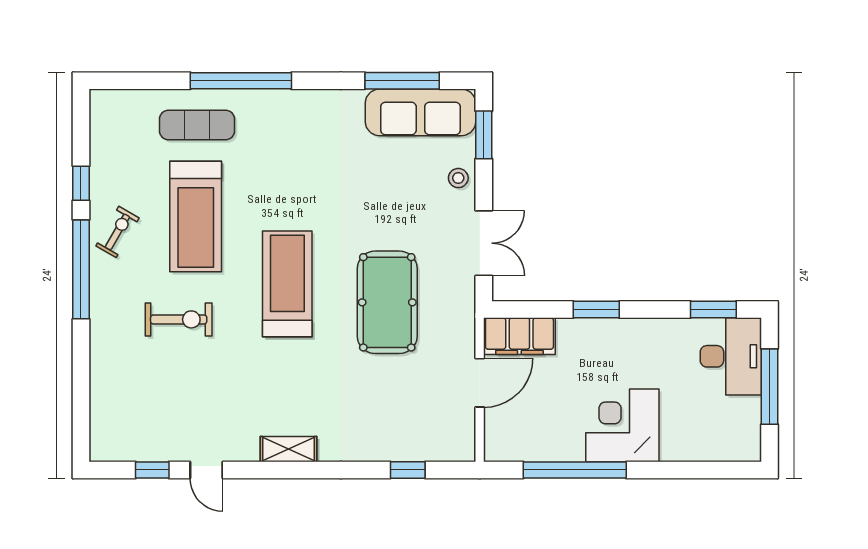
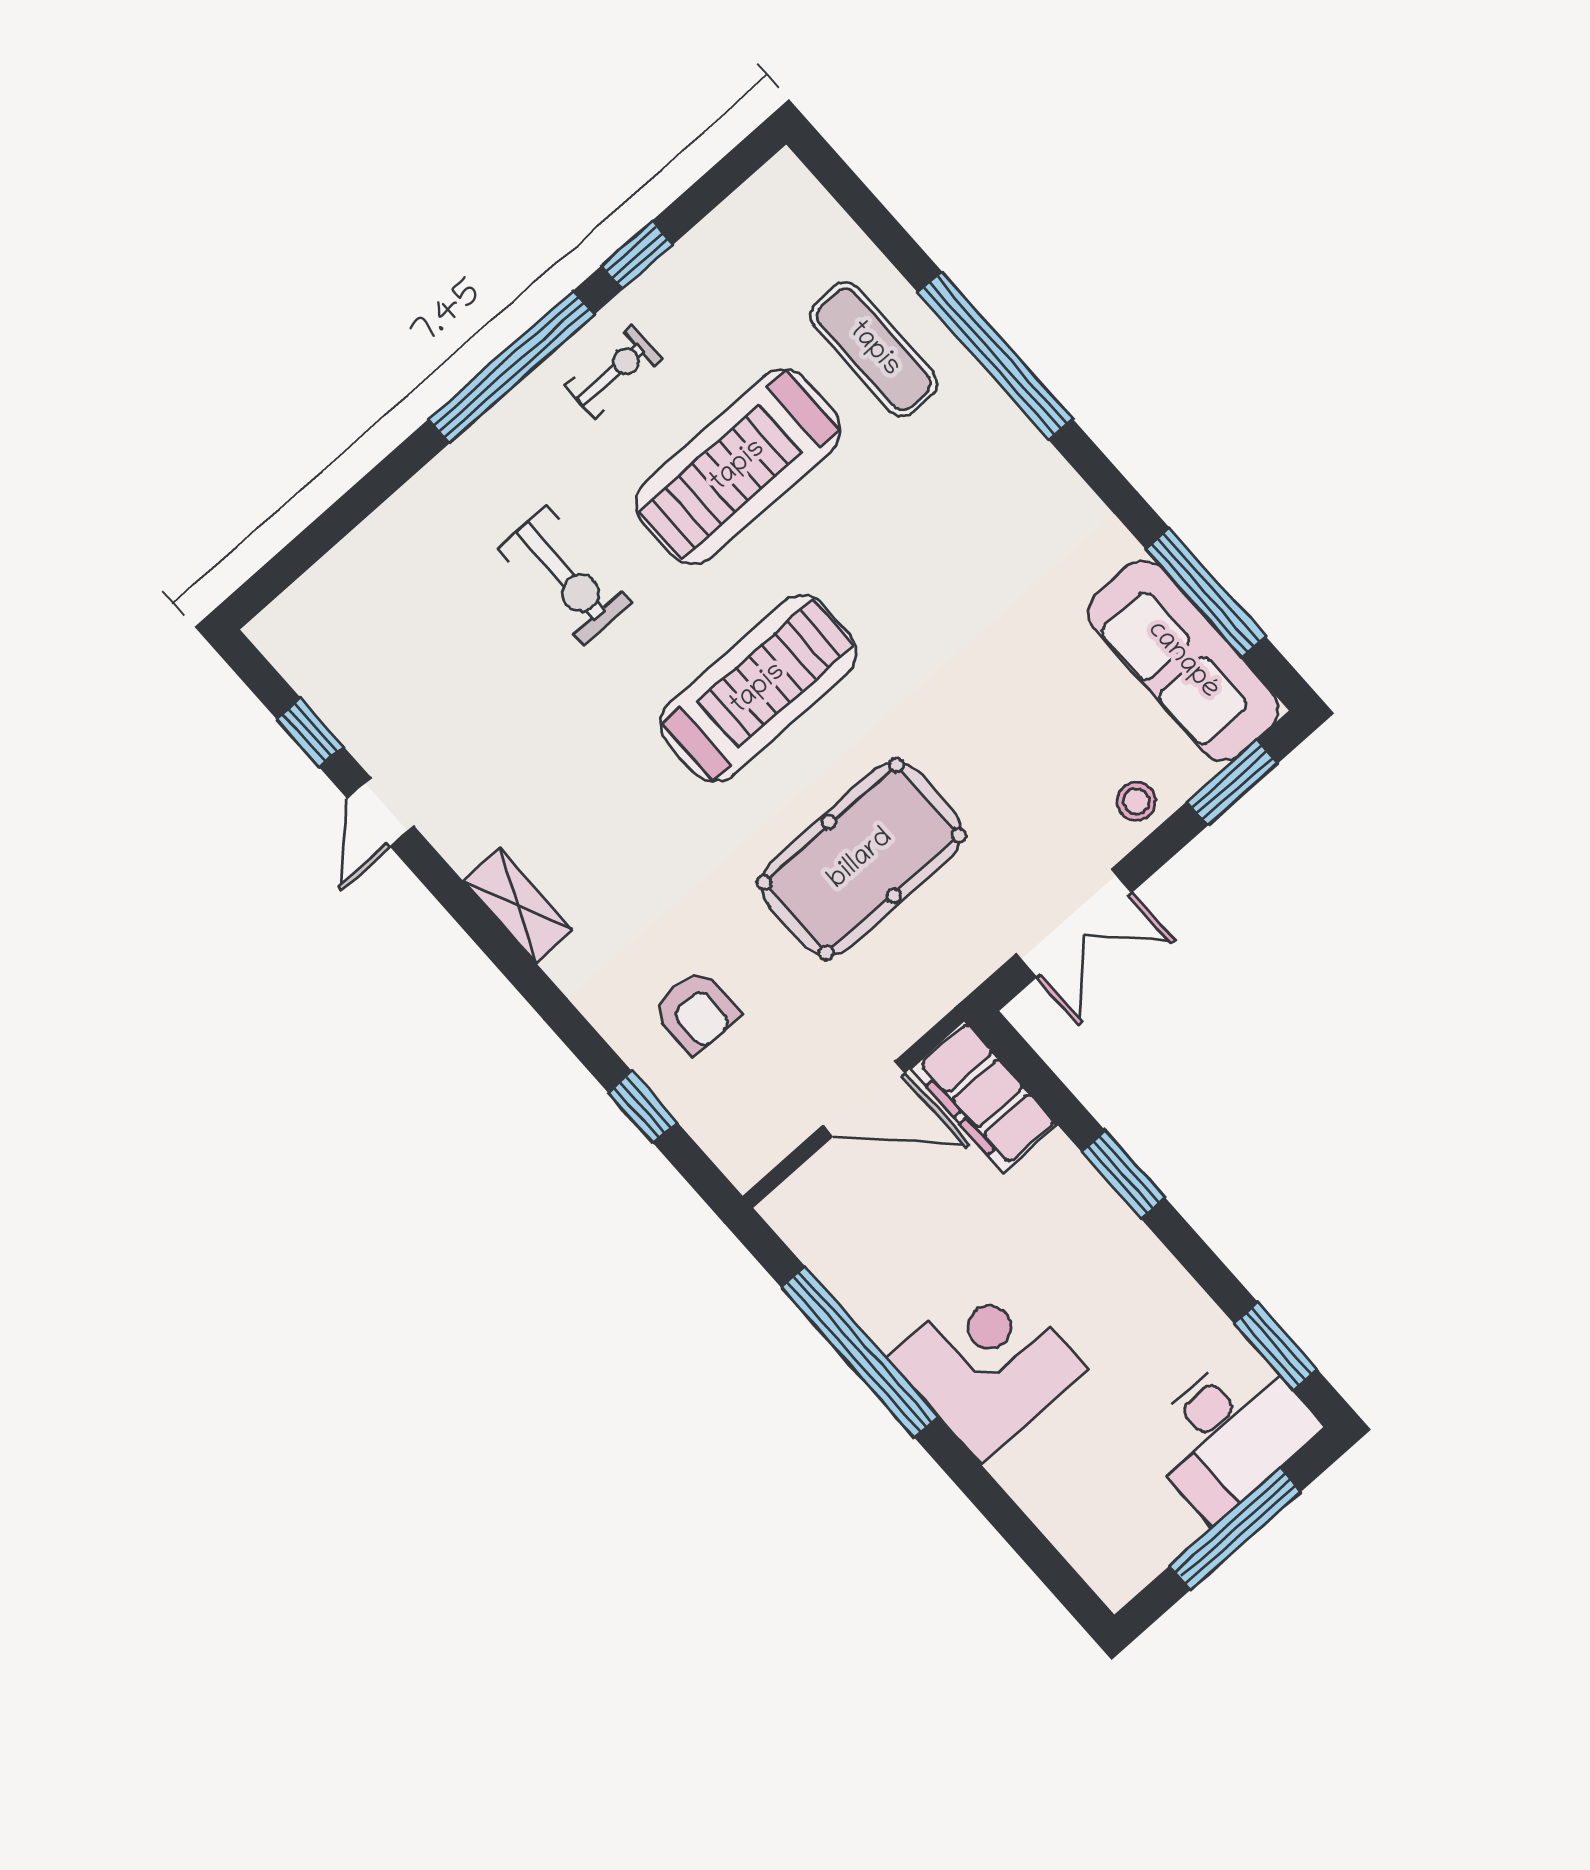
exercise bike: (117, 232) -> (614, 372), turned -30
armchair: (389, 417) -> (696, 1012), added

